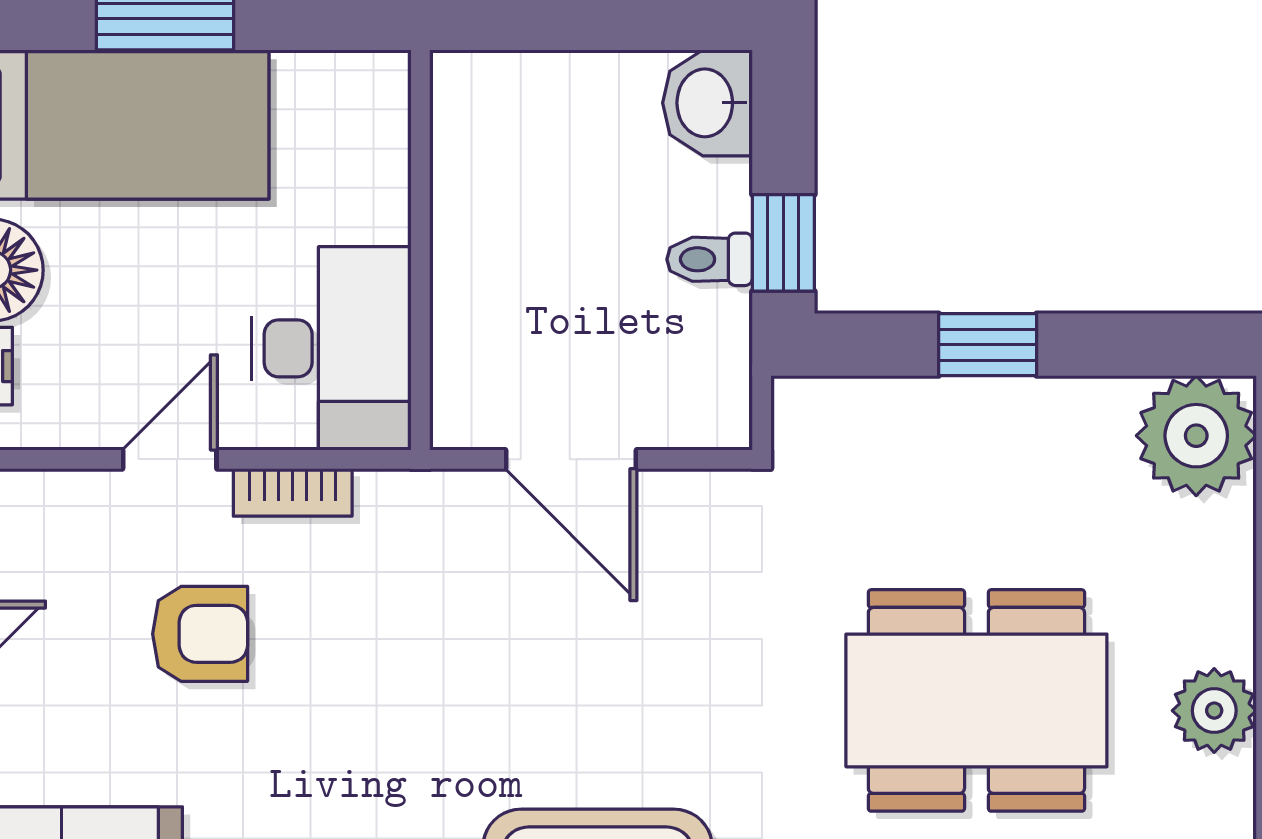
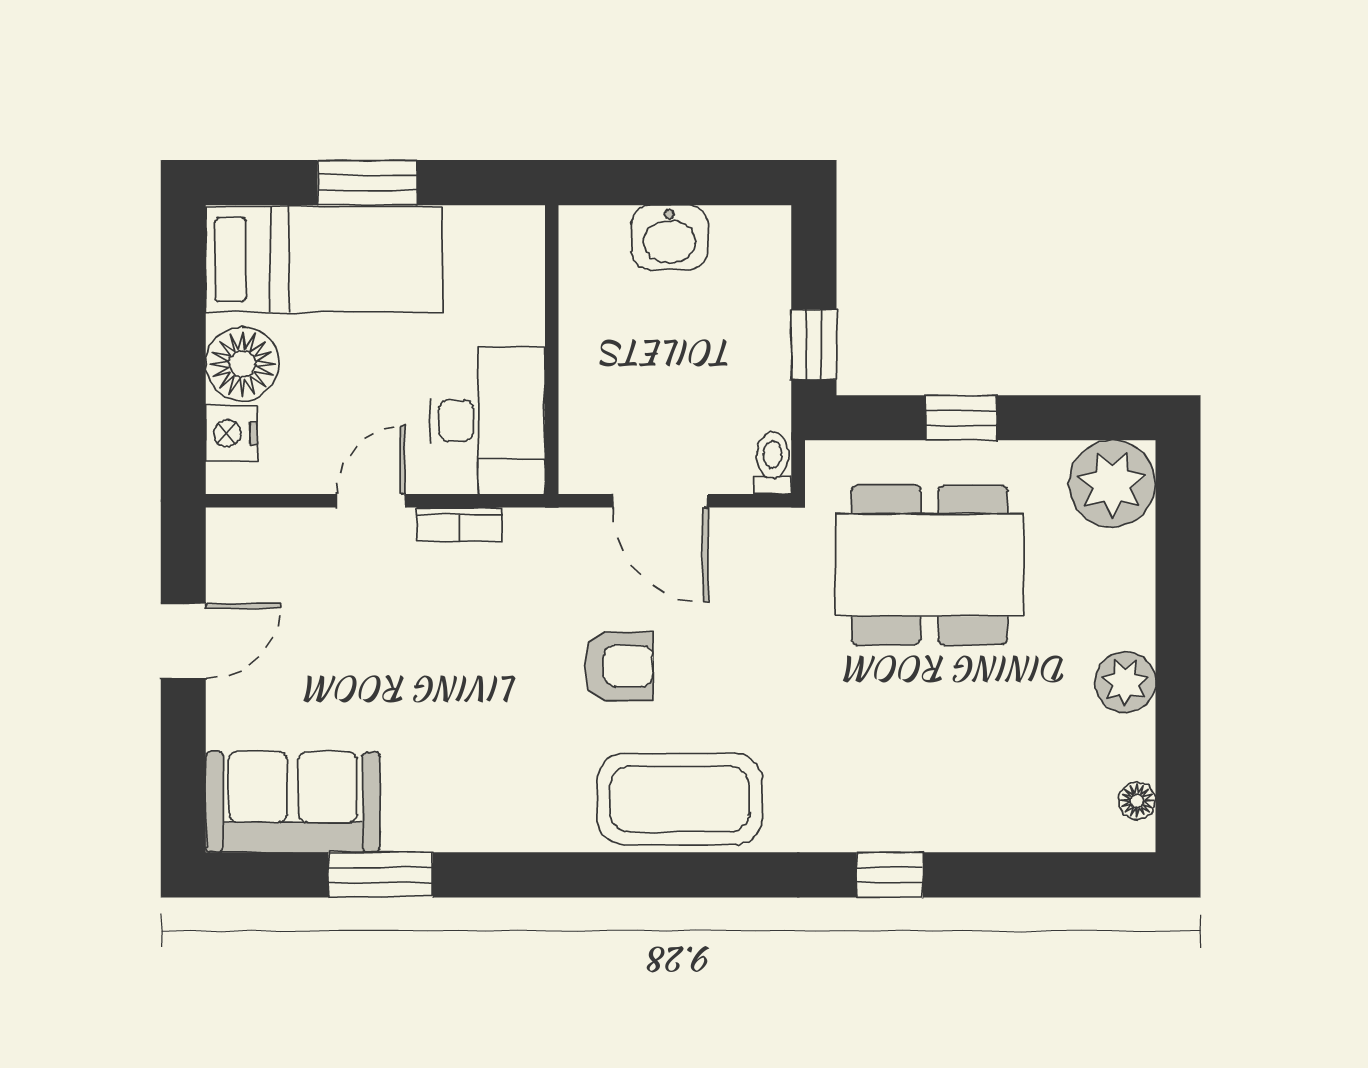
washbasin: (707, 103) -> (669, 237), moved, turned -90
toilet: (710, 259) -> (773, 463), moved, turned 90
armchair: (200, 634) -> (619, 666), moved
dining table: (976, 700) -> (929, 565), moved

